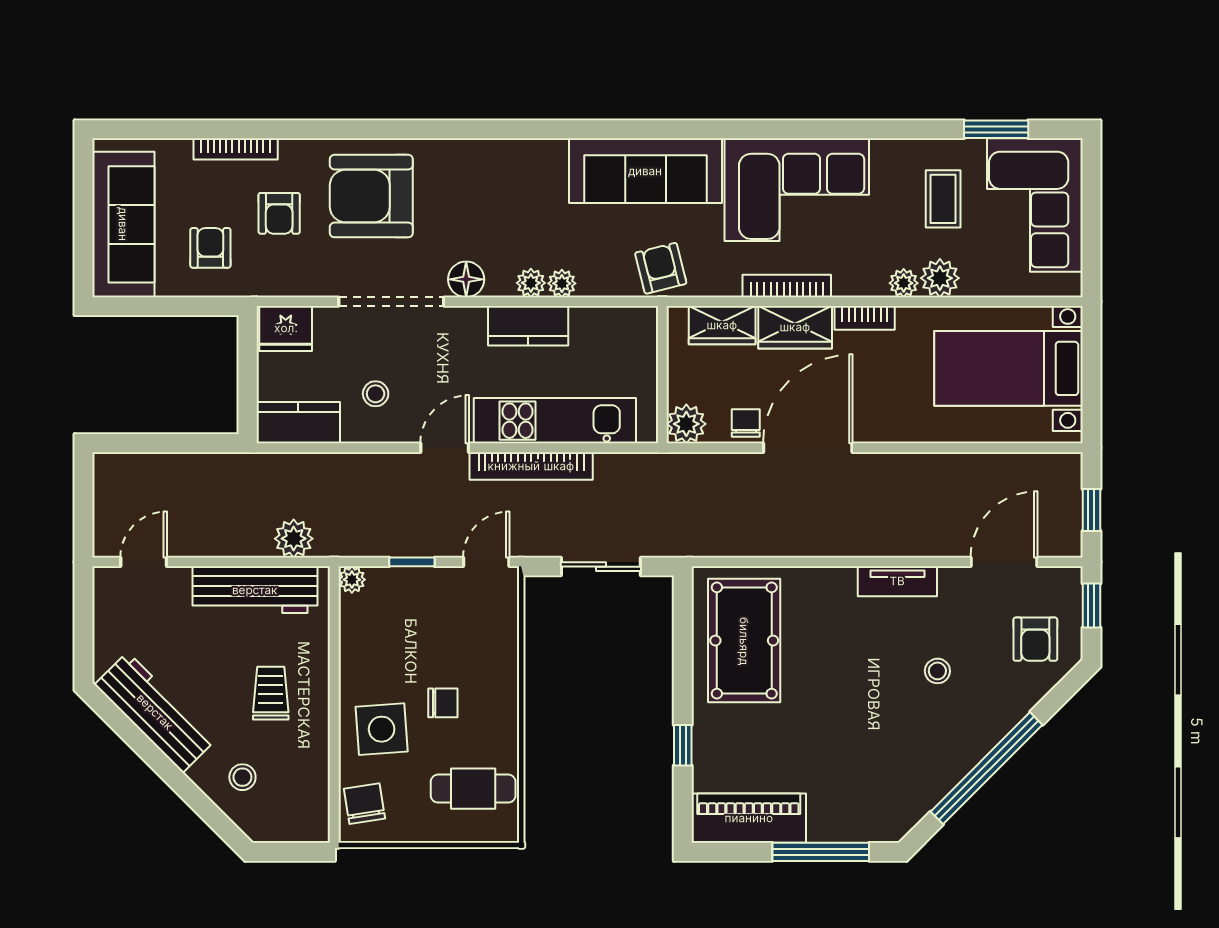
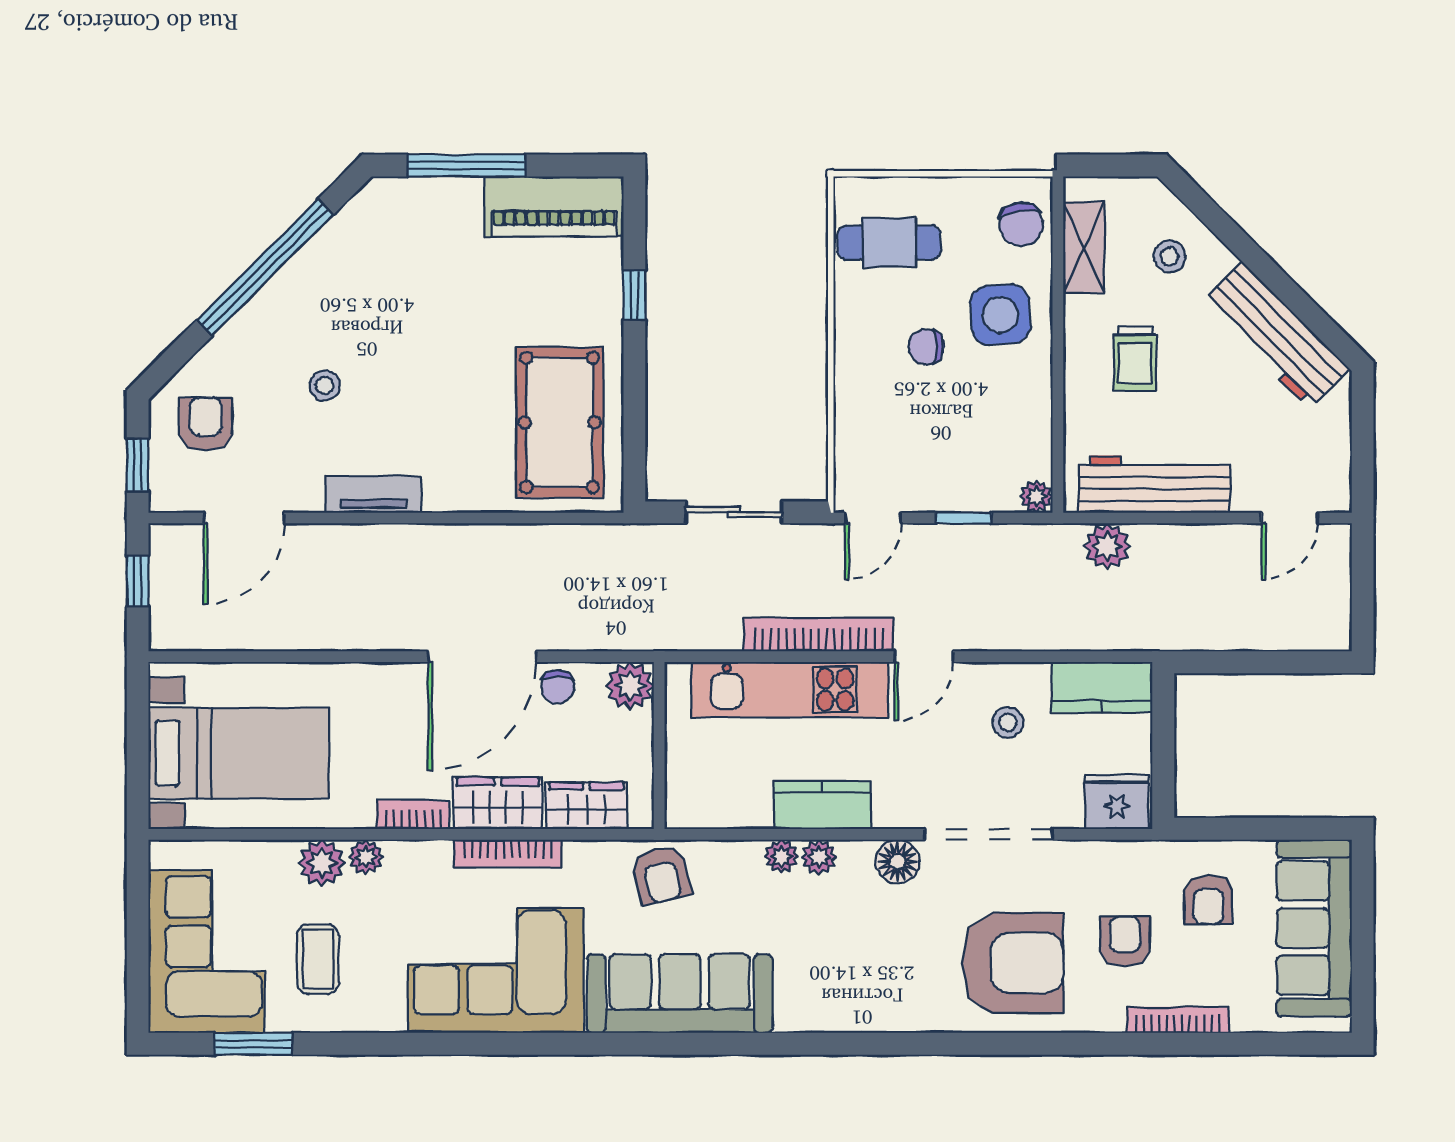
shelving: (313, 784) -> (1084, 248), added

